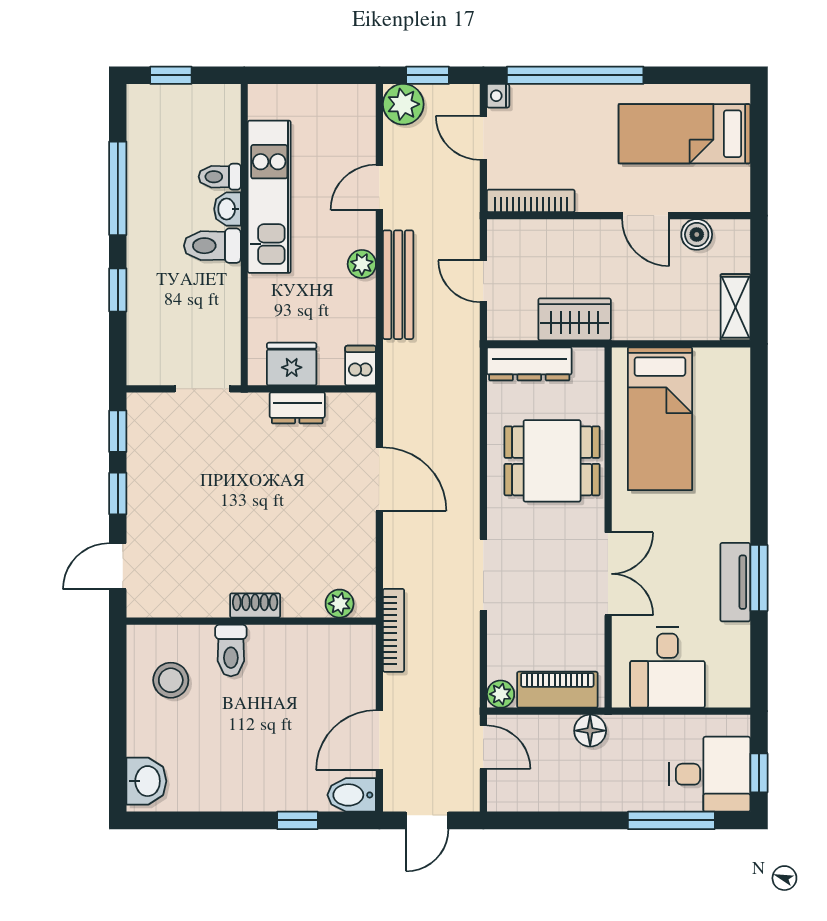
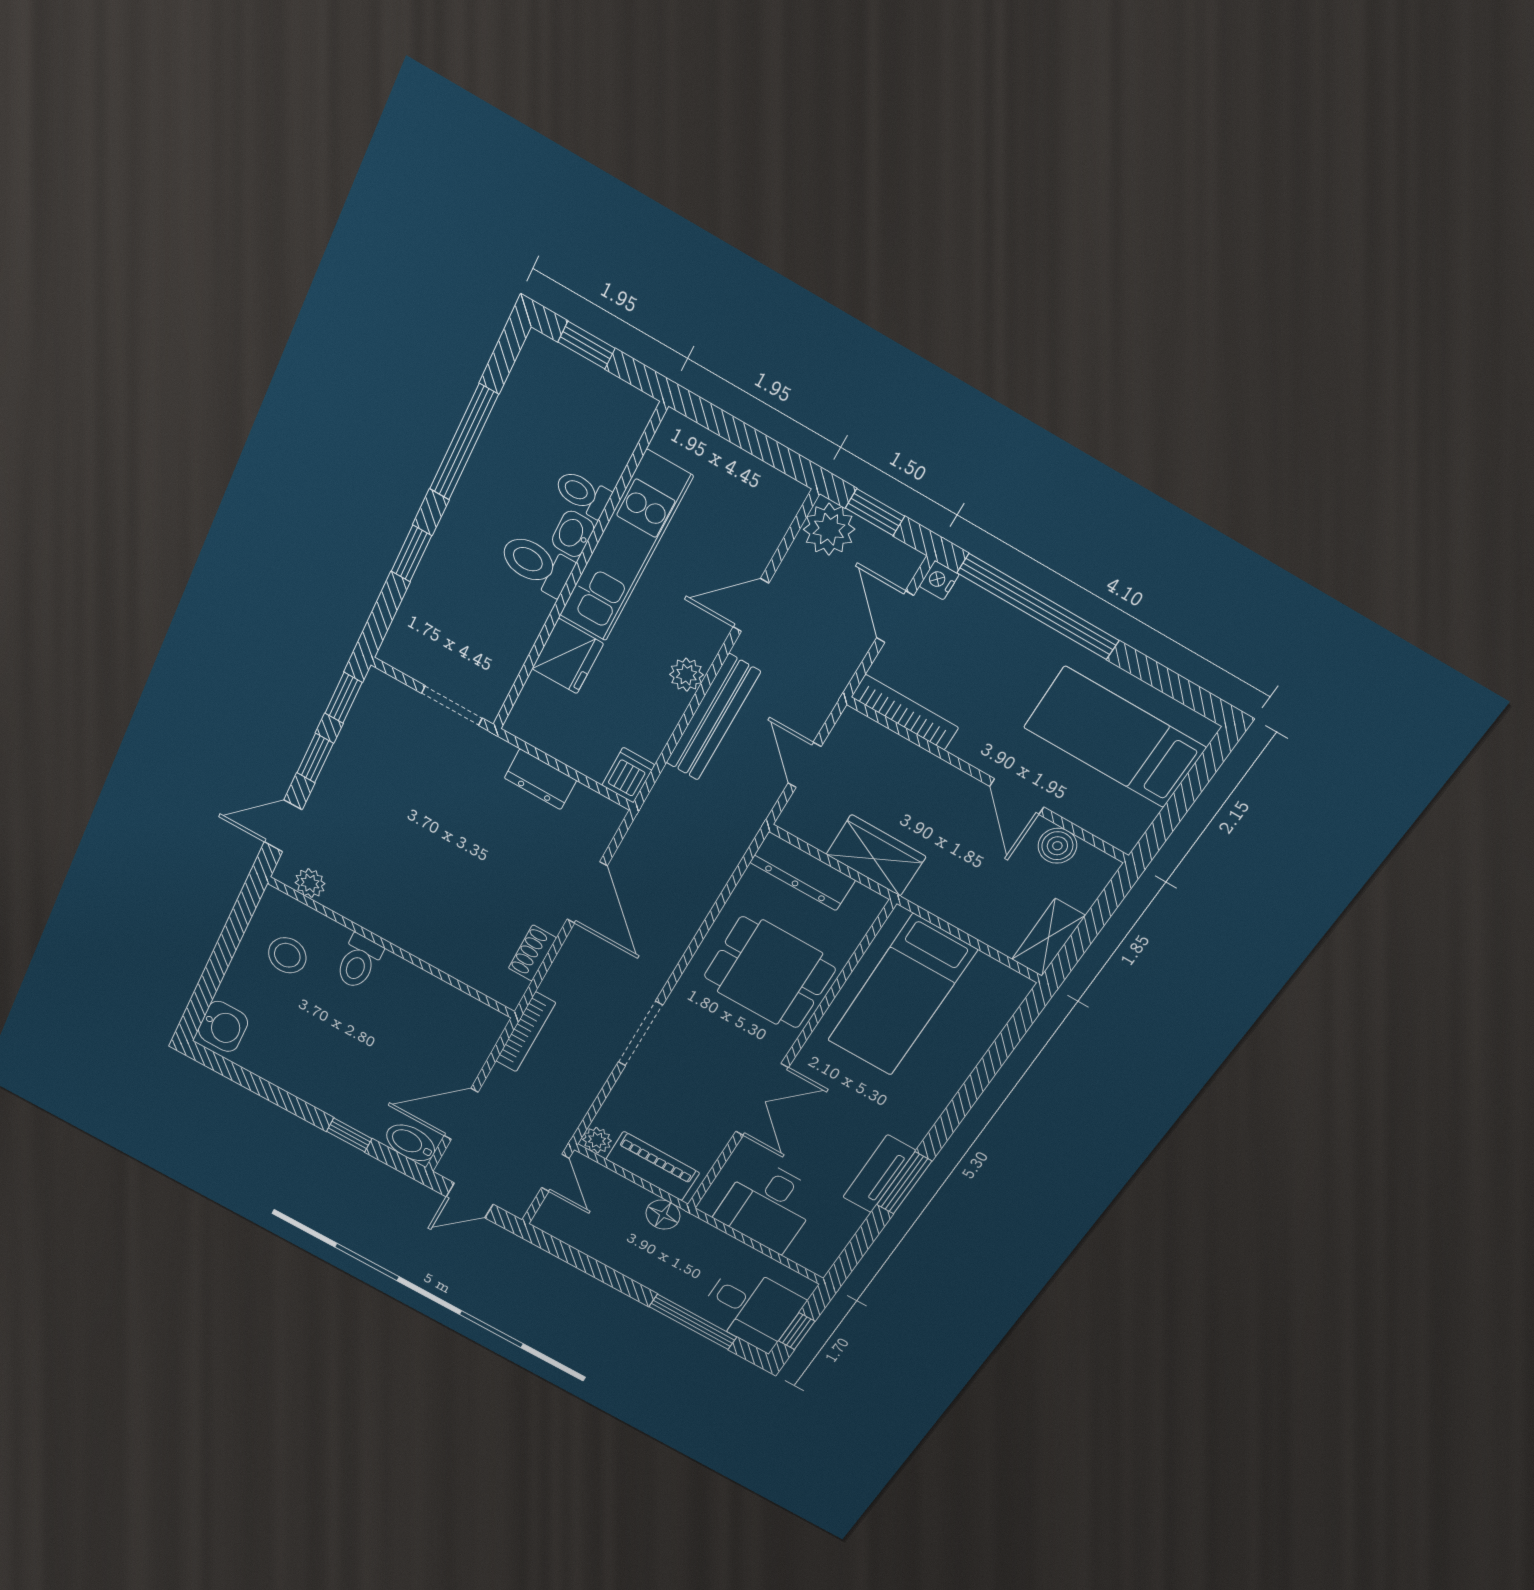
fridge: (292, 364) -> (568, 656), moved, turned 90
plant: (340, 604) -> (310, 883), moved
shoe rack: (255, 605) -> (532, 953), moved, turned -90

